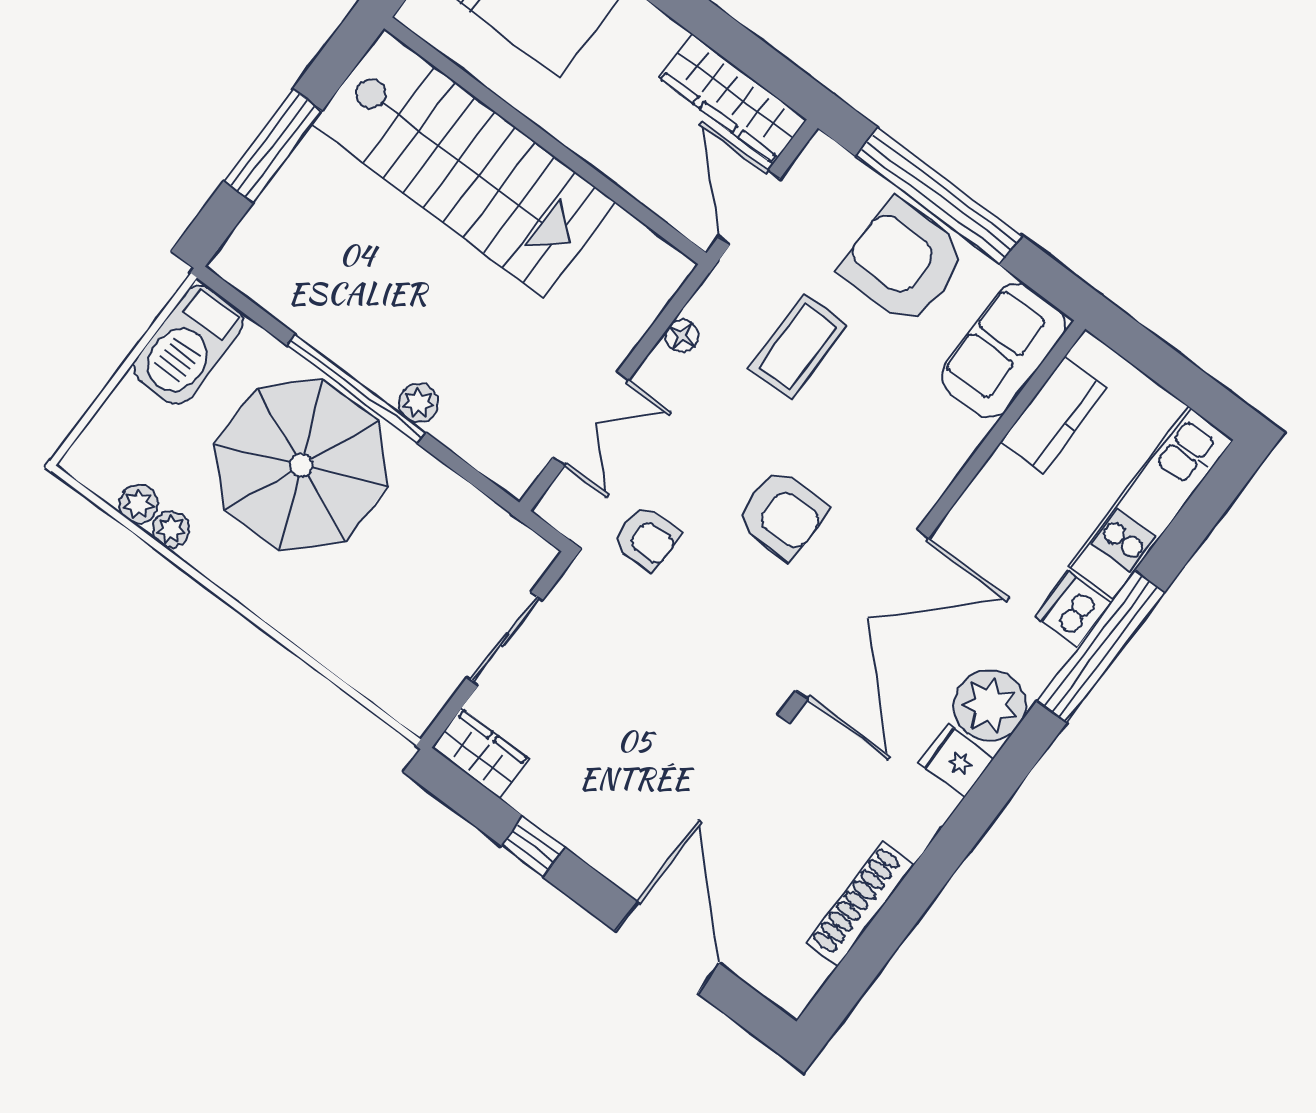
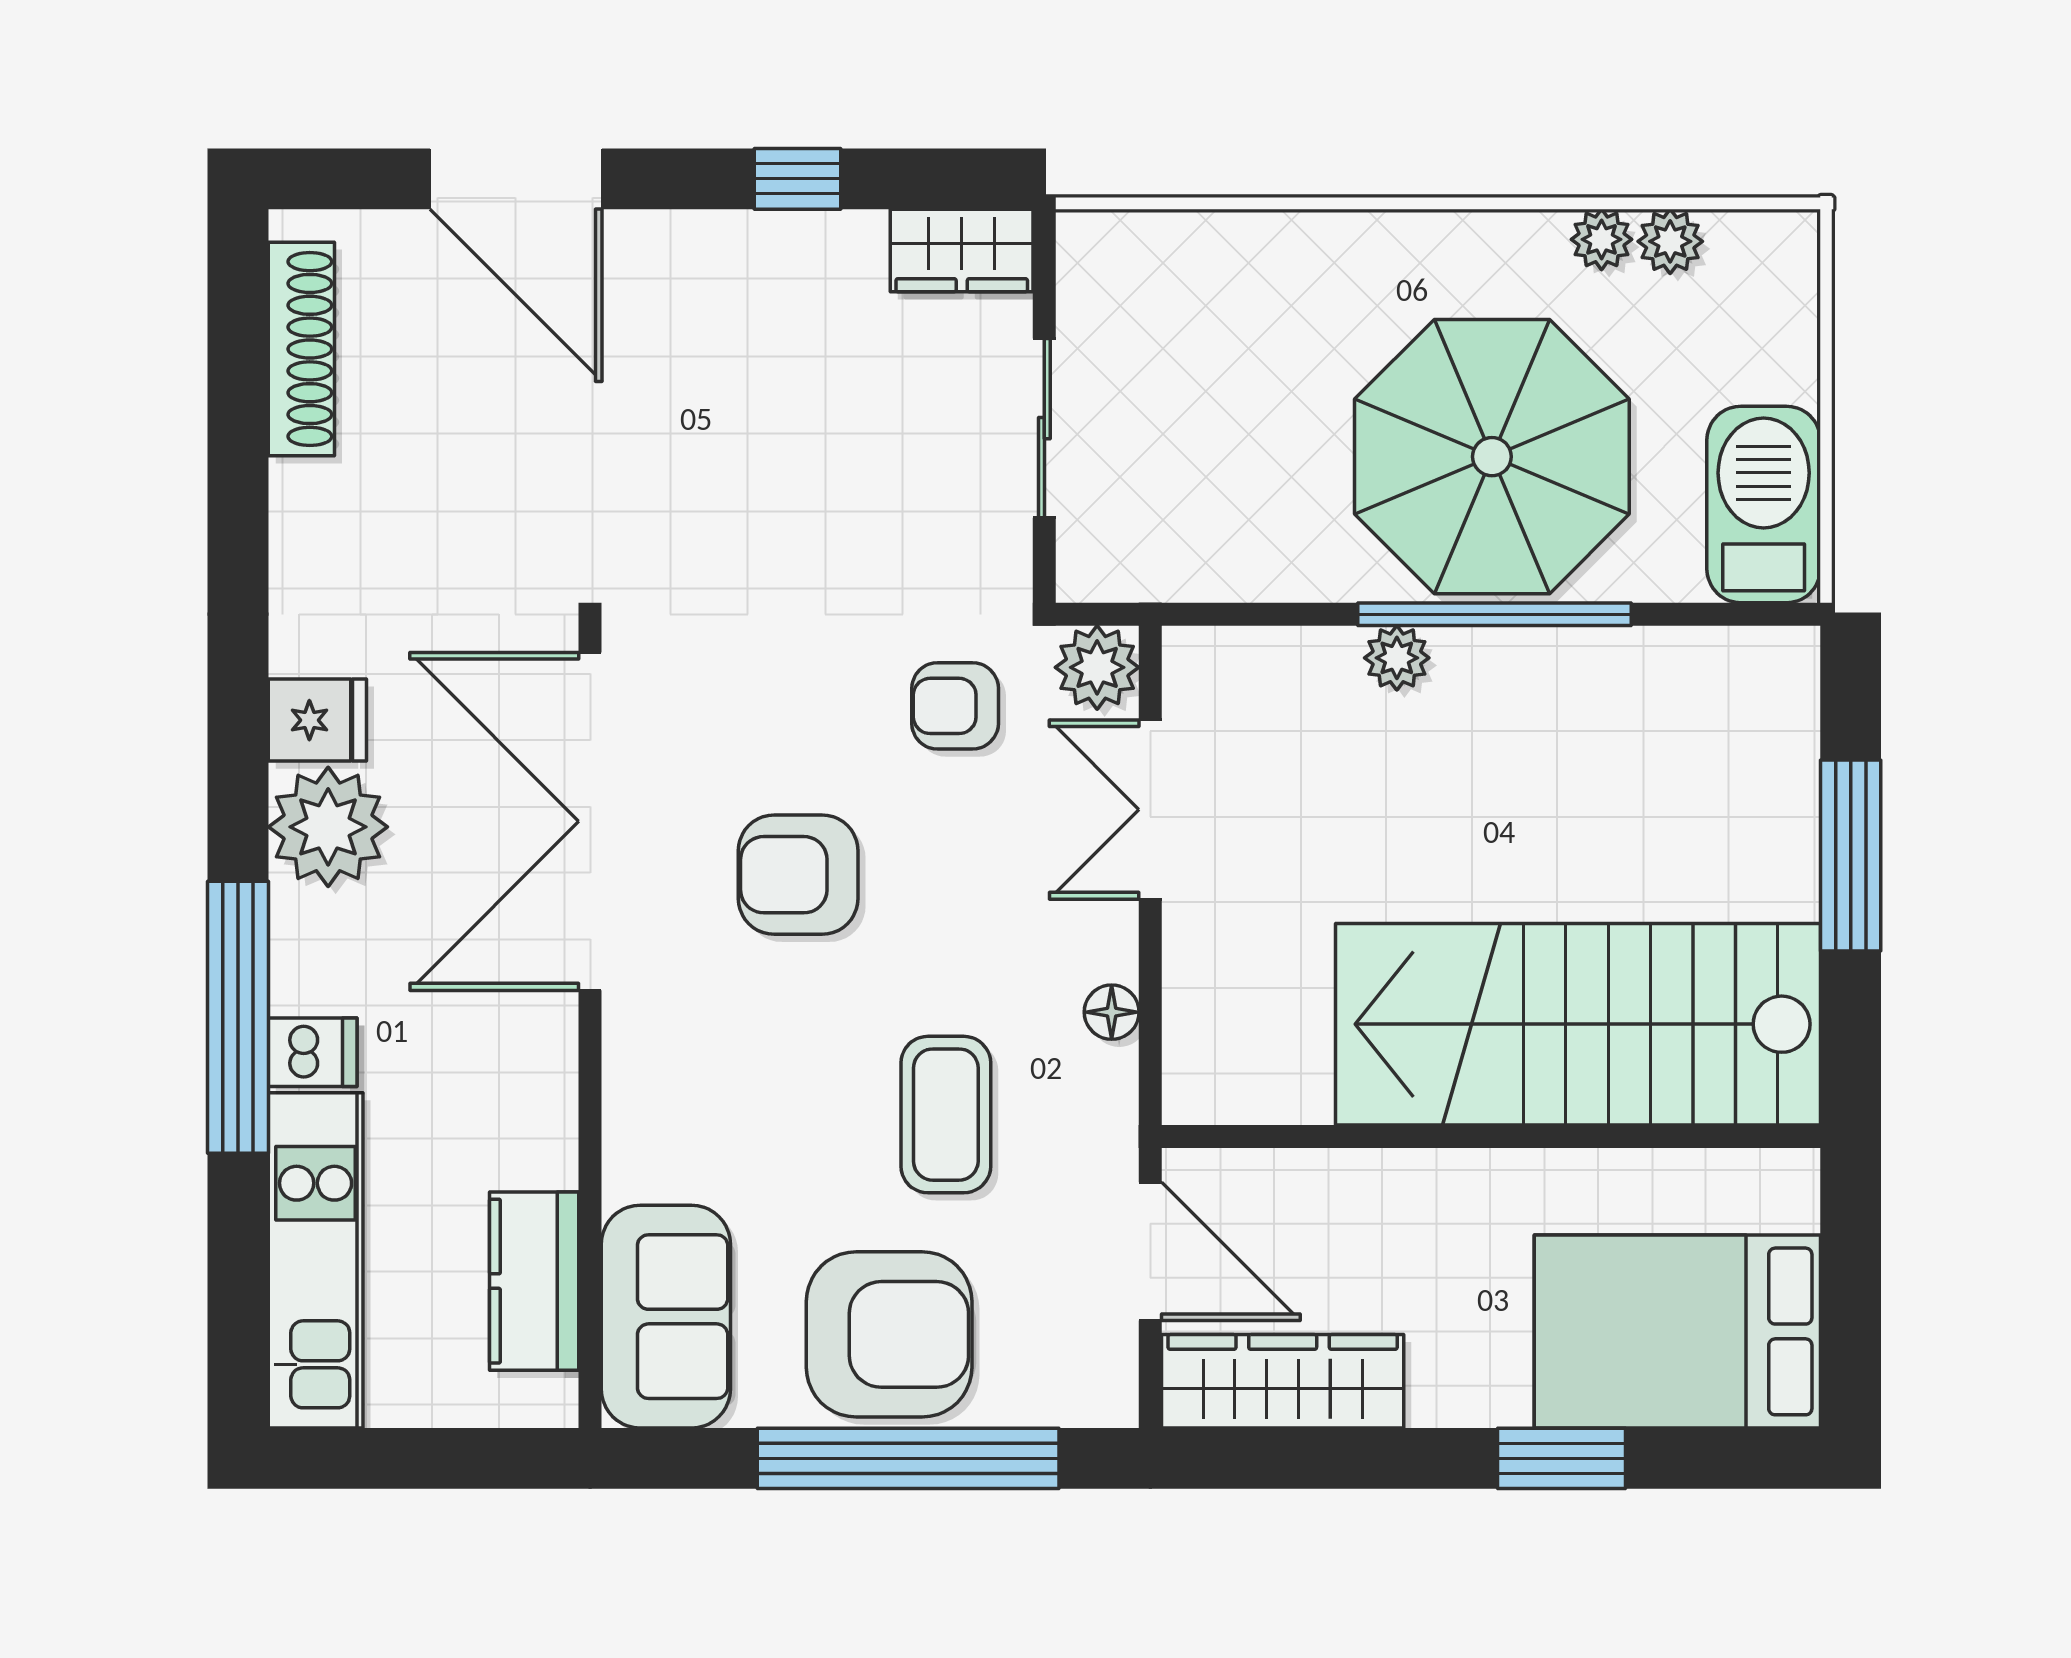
plant: (565, 506) -> (1097, 667), added
dishwasher: (1073, 610) -> (313, 1052), width x0.73
shoe rack: (861, 904) -> (301, 349), moved

